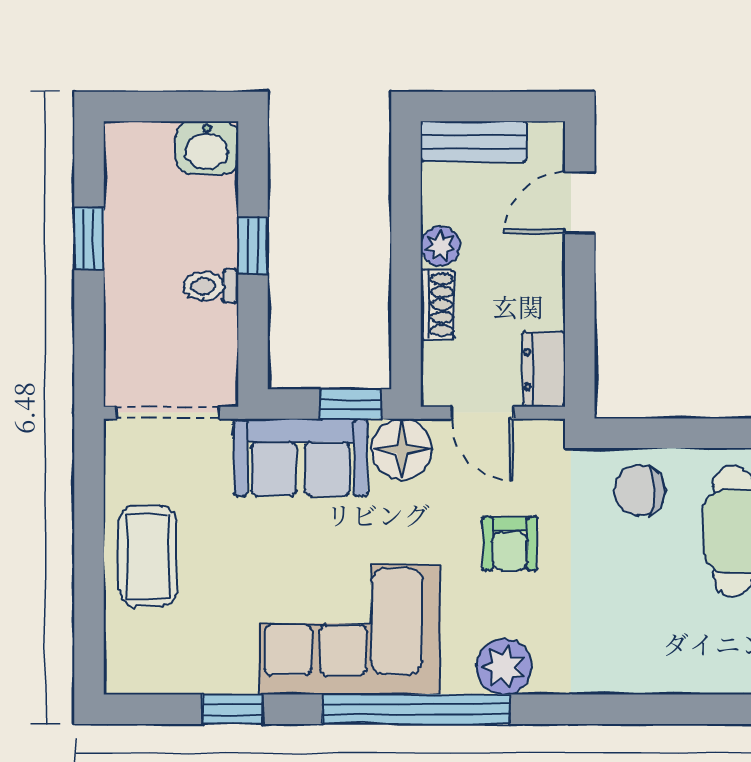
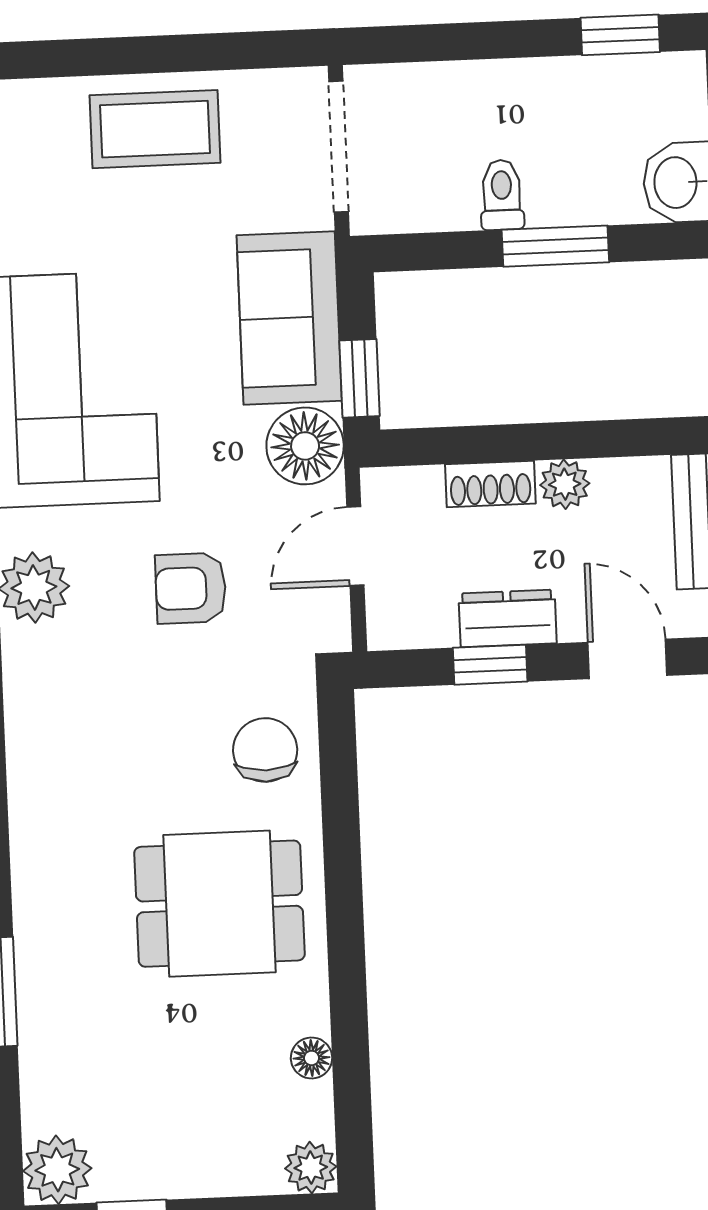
window: (89, 239) -> (620, 35), moved
window: (253, 246) -> (555, 246), width x1.50
window: (580, 311) -> (490, 665), added
dresser: (544, 369) -> (508, 618), moved

